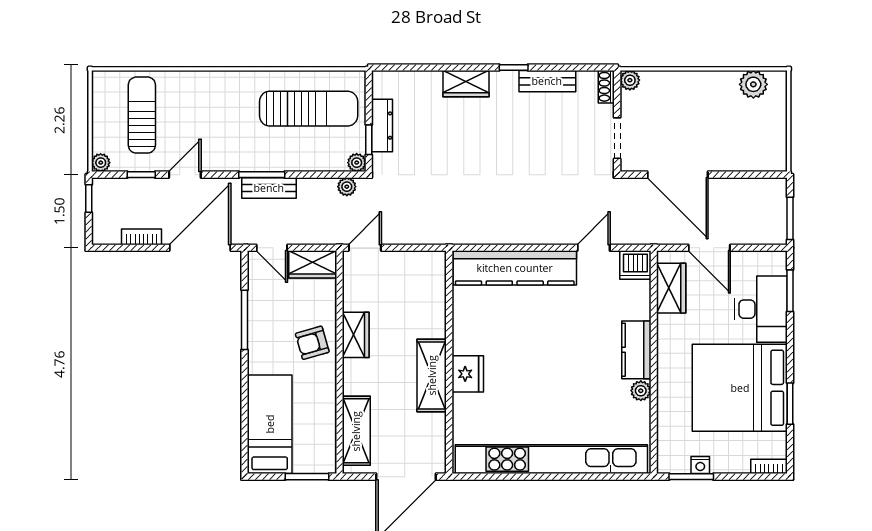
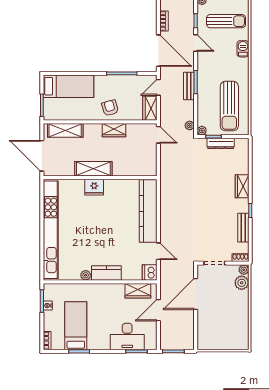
barbecue: (196, 82) -> (243, 49), added
plant: (753, 84) -> (242, 283), moved
bed: (740, 388) -> (76, 326), width x0.49

